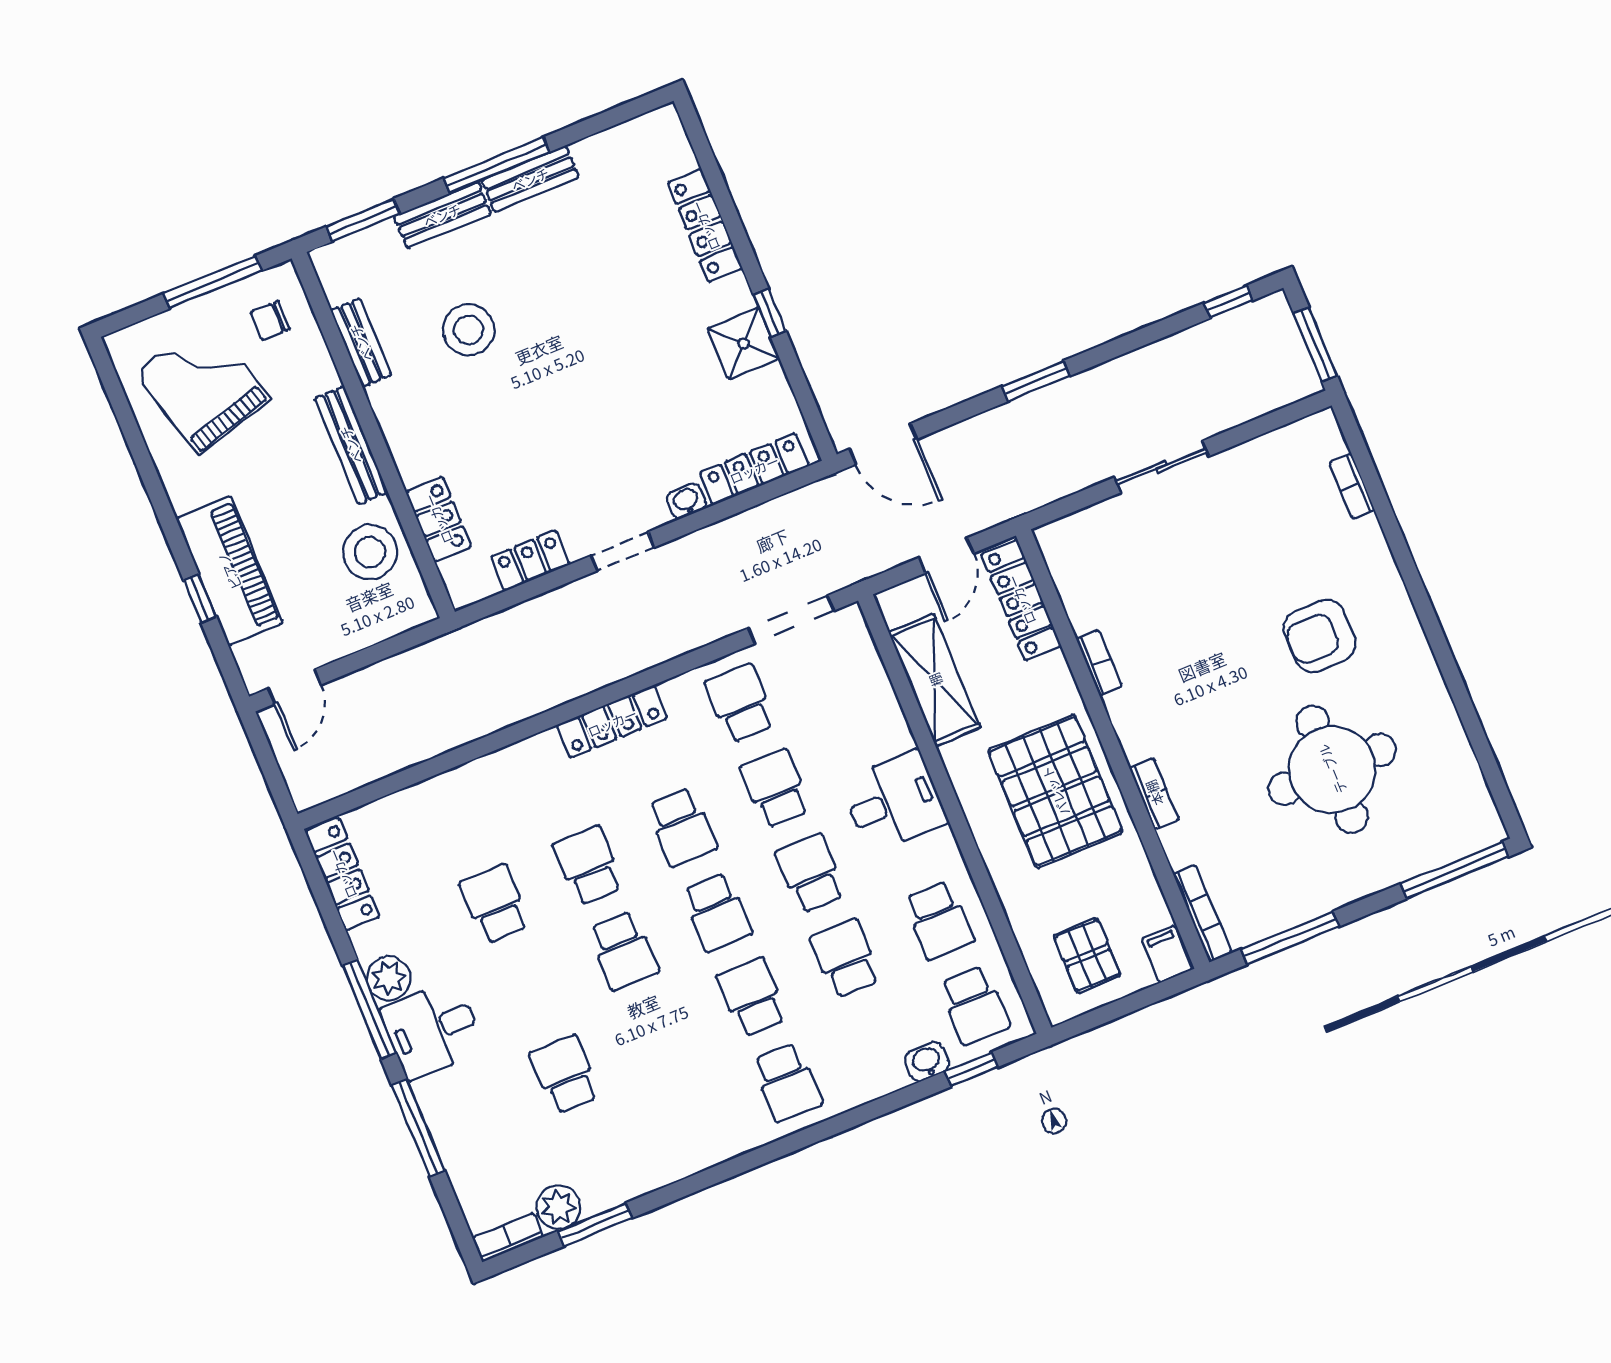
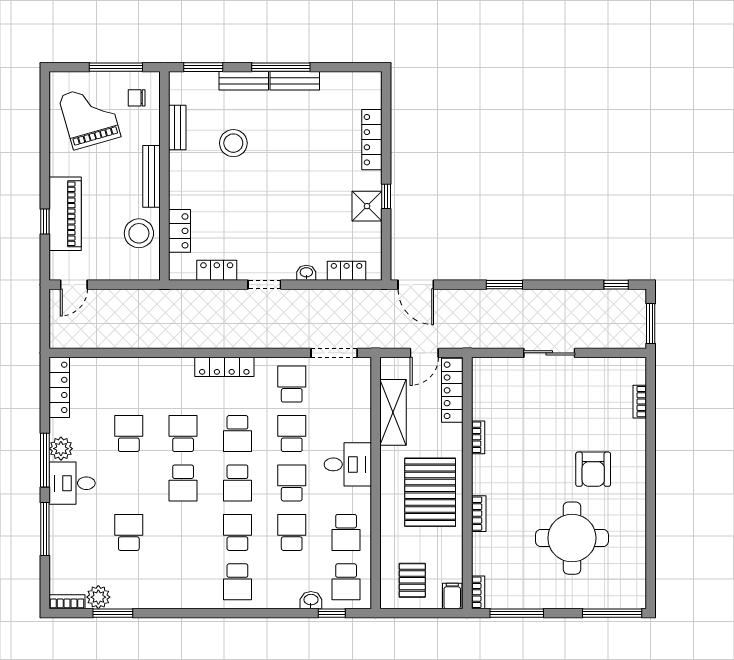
locker: (754, 469) -> (347, 271), width x0.66
armchair: (1320, 636) -> (593, 469), turned -90
bookcase: (1202, 913) -> (478, 592), width x0.64

